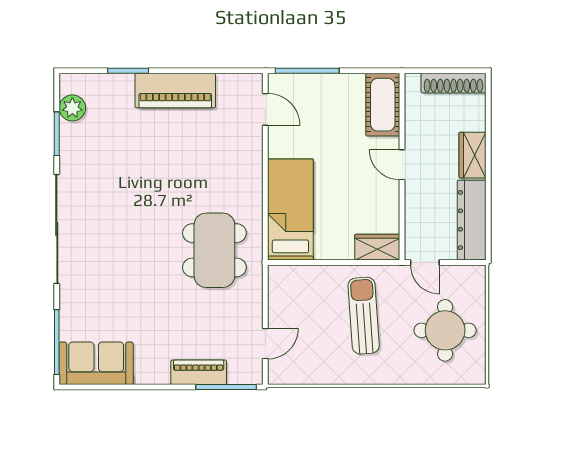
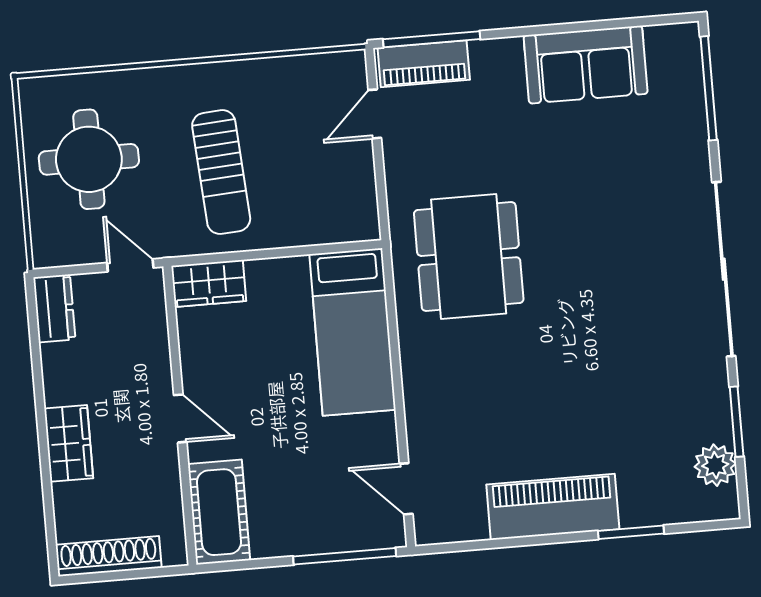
dresser: (472, 220) -> (54, 308), width x0.51, depth x0.80
sofa: (96, 363) -> (586, 65), moved
piano: (199, 372) -> (424, 64), moved

